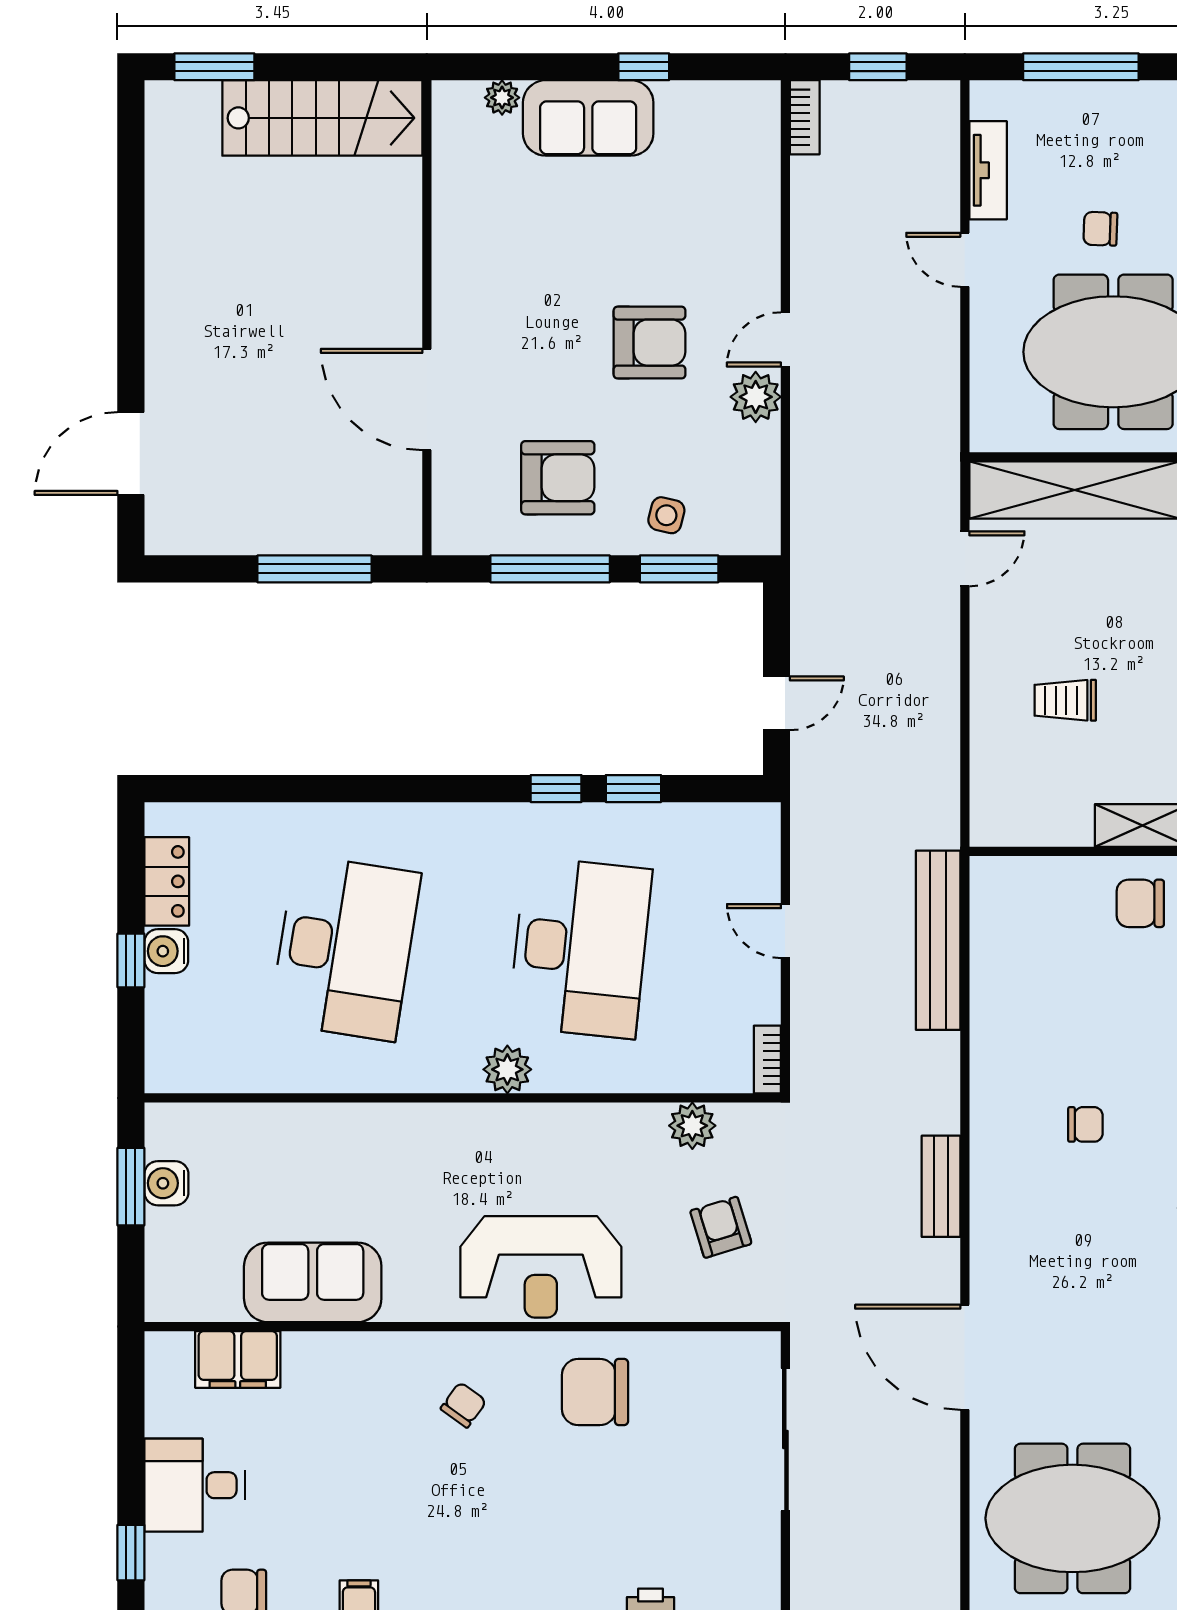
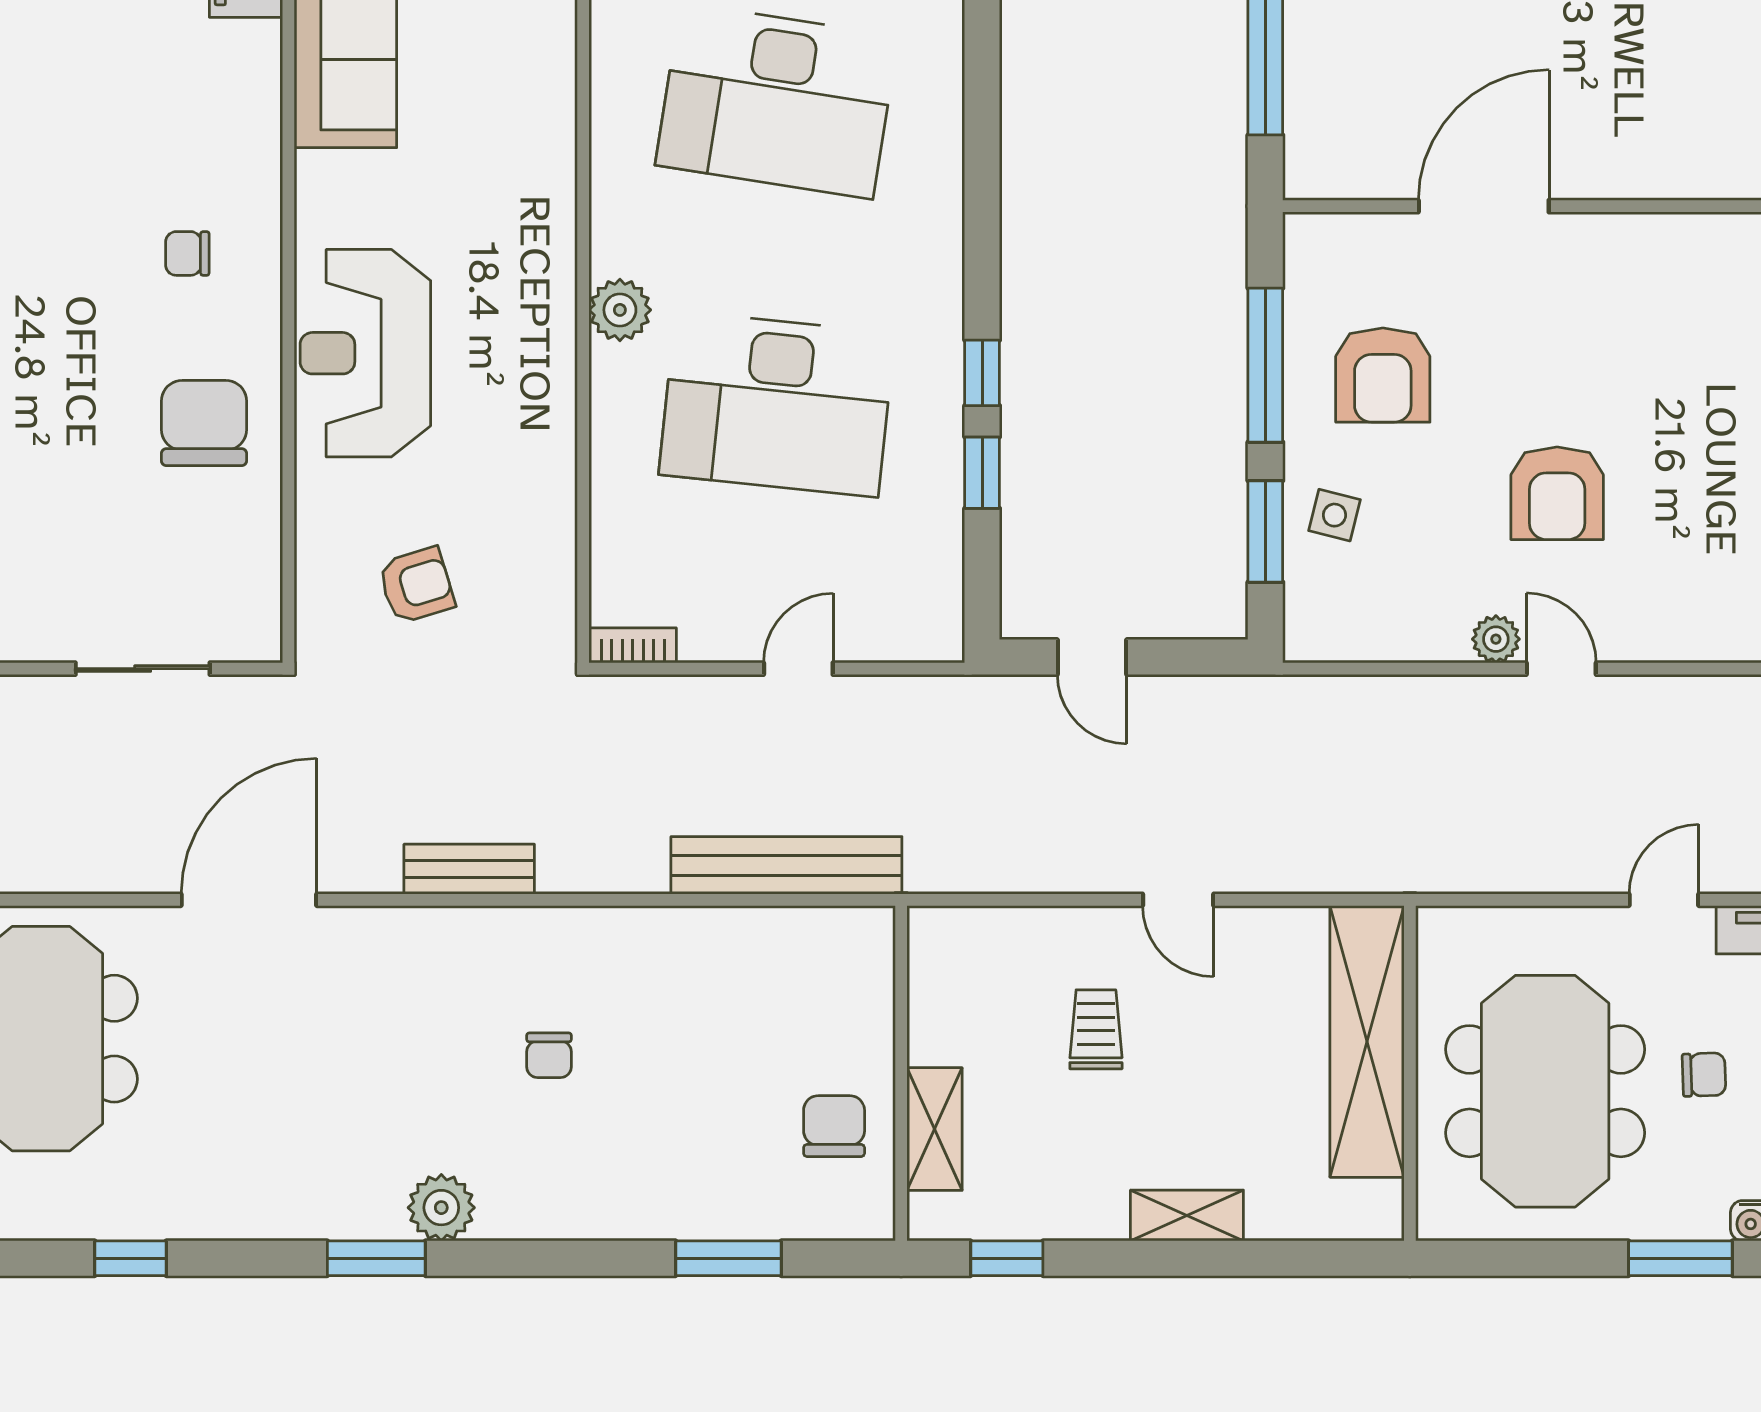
chair: (1100, 229) -> (1704, 1075), turned 86
plant: (756, 397) -> (1496, 639), width x0.73, depth x0.73
door: (965, 559) -> (1178, 900), moved
plant: (692, 1126) -> (547, 548), removed
chair: (463, 1405) -> (187, 253), turned 144
sliding door: (785, 1440) -> (143, 669), width x0.73

